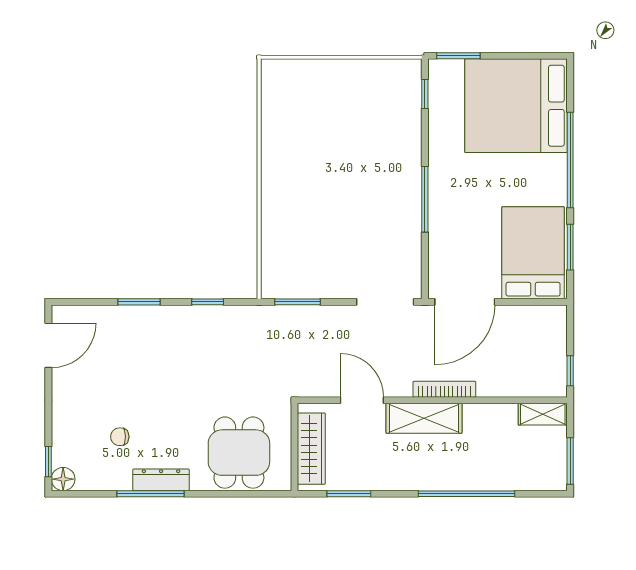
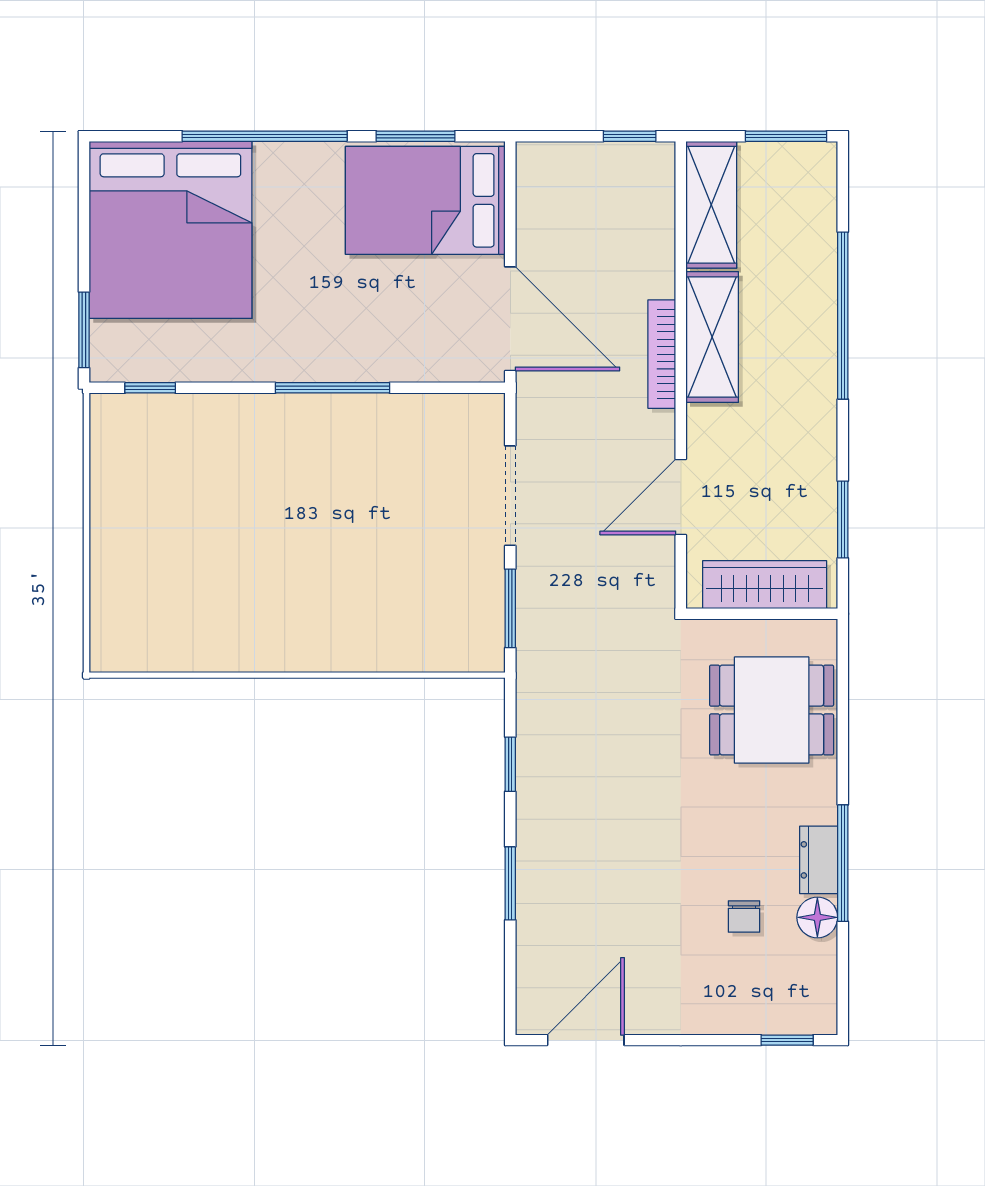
doorway: (385, 302) -> (510, 496), moved
door: (48, 345) -> (586, 1040), hinge flipped
shelving: (543, 414) -> (711, 205), width x1.50, depth x1.33
shelving: (424, 418) -> (712, 337), moved
floor lamp: (63, 479) -> (817, 917), moved
dresser: (161, 480) -> (819, 860), width x0.70

